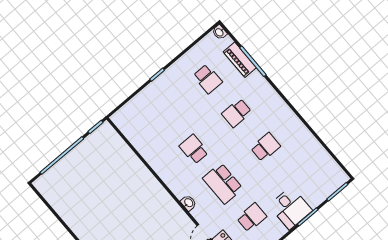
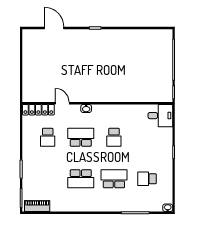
piano: (240, 60) -> (37, 206), moved
school desk: (237, 113) -> (114, 179), width x1.85
school desk: (265, 147) -> (81, 179), width x1.85
school desk: (194, 149) -> (114, 137), turned 90
desk: (290, 208) -> (160, 116), moved, turned 180

